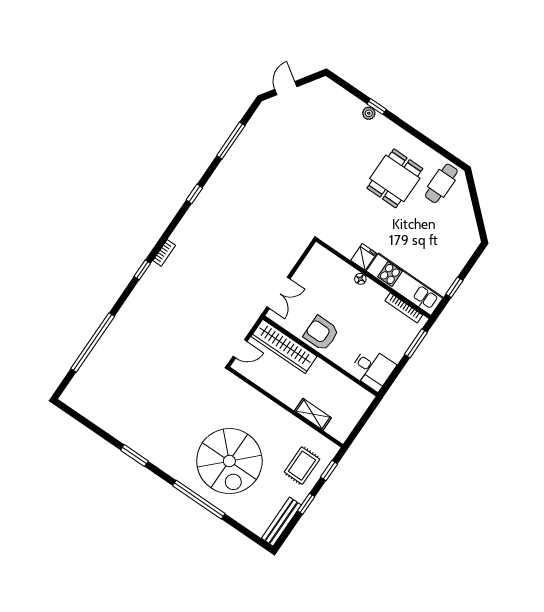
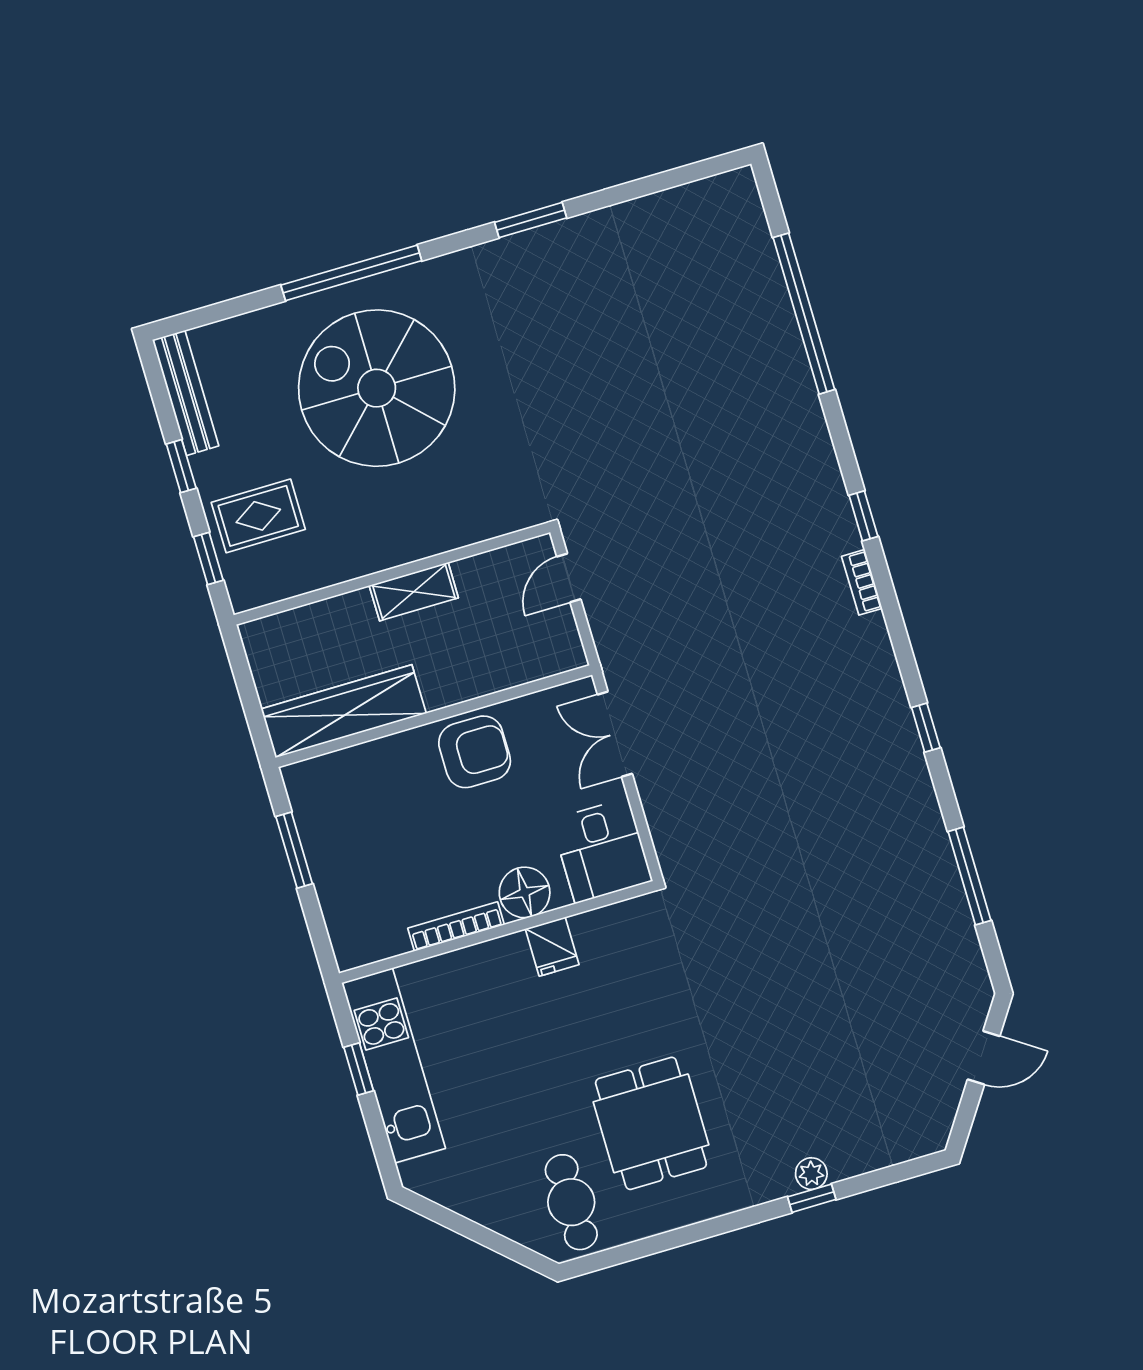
door: (286, 88) -> (984, 1058), hinge flipped
floor lamp: (360, 279) -> (525, 892), width x1.89, depth x1.89
kitchen unit: (405, 284) -> (394, 1065), moved, turned -90
bookcase: (404, 308) -> (456, 926), moved
window: (416, 343) -> (294, 850), moved
wardrobe: (284, 346) -> (344, 711), moved
desk: (372, 369) -> (602, 850), moved, turned -90
shelving: (313, 414) -> (414, 592), moved
rug: (302, 466) -> (258, 516), turned 90

